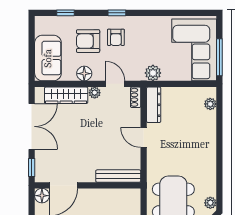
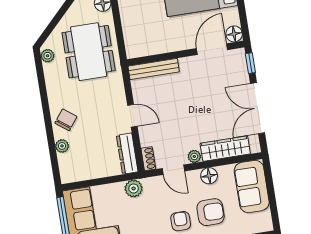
plant: (210, 104) -> (62, 146), moved
chair: (203, 143) -> (66, 120), added

